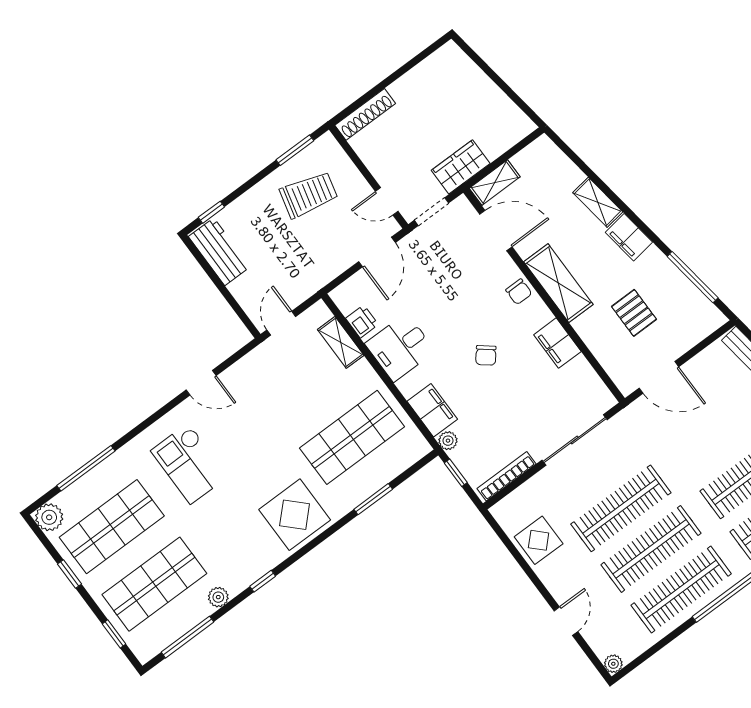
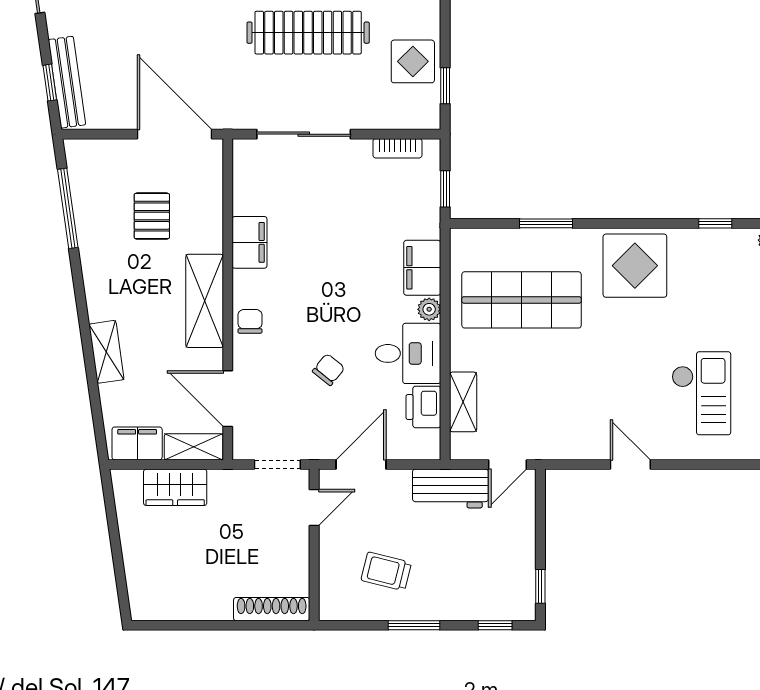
window: (295, 150) -> (414, 625), moved
wardrobe: (461, 167) -> (175, 487), moved
trolley: (309, 195) -> (386, 571), width x0.73, depth x0.72
door: (387, 201) -> (314, 507), hinge flipped
filing cabinet: (629, 237) -> (137, 443), moved, turned -82
workbench: (219, 252) -> (450, 488), moved, turned -90
window: (201, 260) -> (540, 586), added
printer: (362, 321) -> (423, 407), width x1.36, depth x1.24
chair: (486, 355) -> (329, 370), moved
door: (659, 377) -> (175, 134), width x1.36
plant: (448, 441) -> (429, 309), moved
bookcase: (506, 476) -> (397, 148), width x0.64
window: (506, 540) -> (445, 86), added

